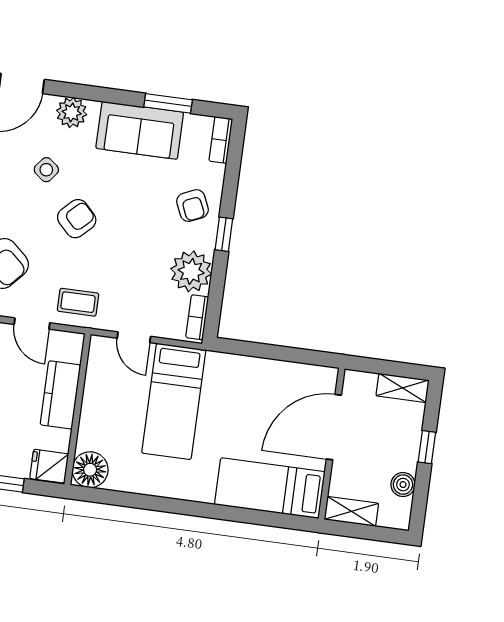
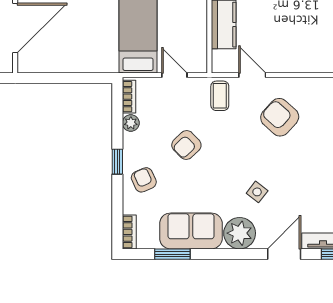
plant: (72, 112) -> (240, 233), width x1.36, depth x1.36
armchair: (77, 219) -> (186, 145), moved
plant: (191, 271) -> (131, 123), width x0.53, depth x0.53
coffee table: (78, 302) -> (220, 96), turned 90

